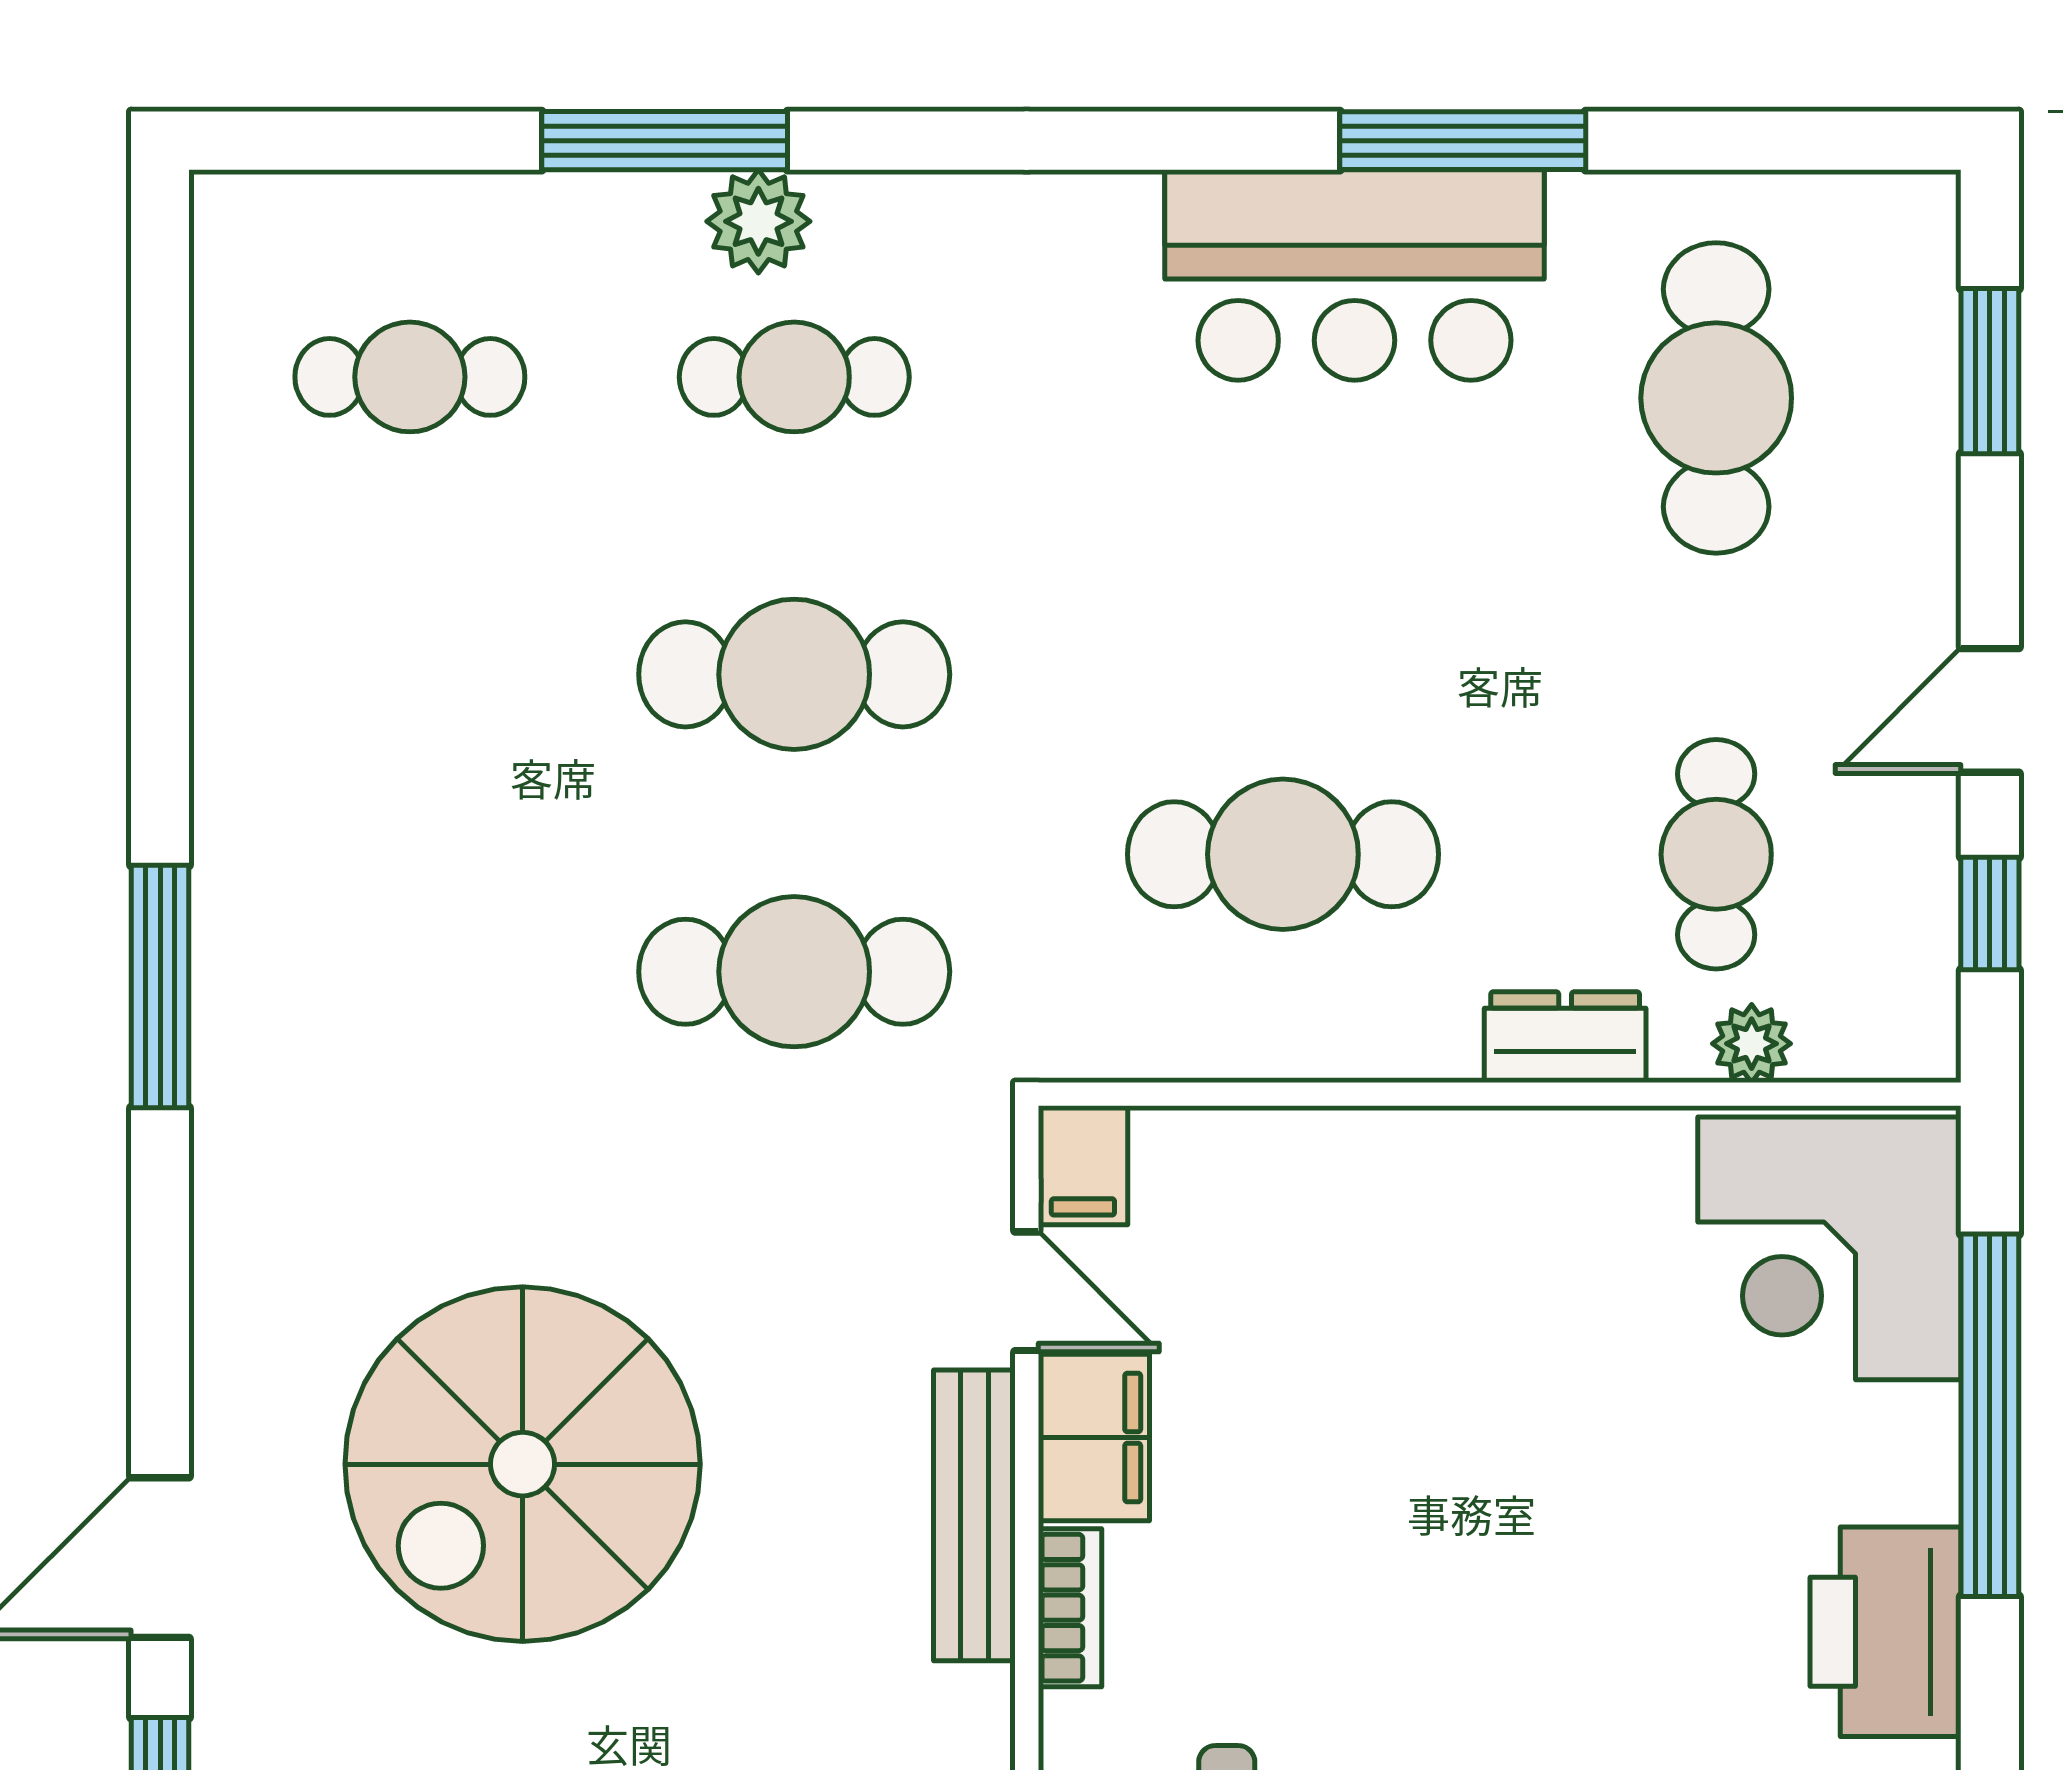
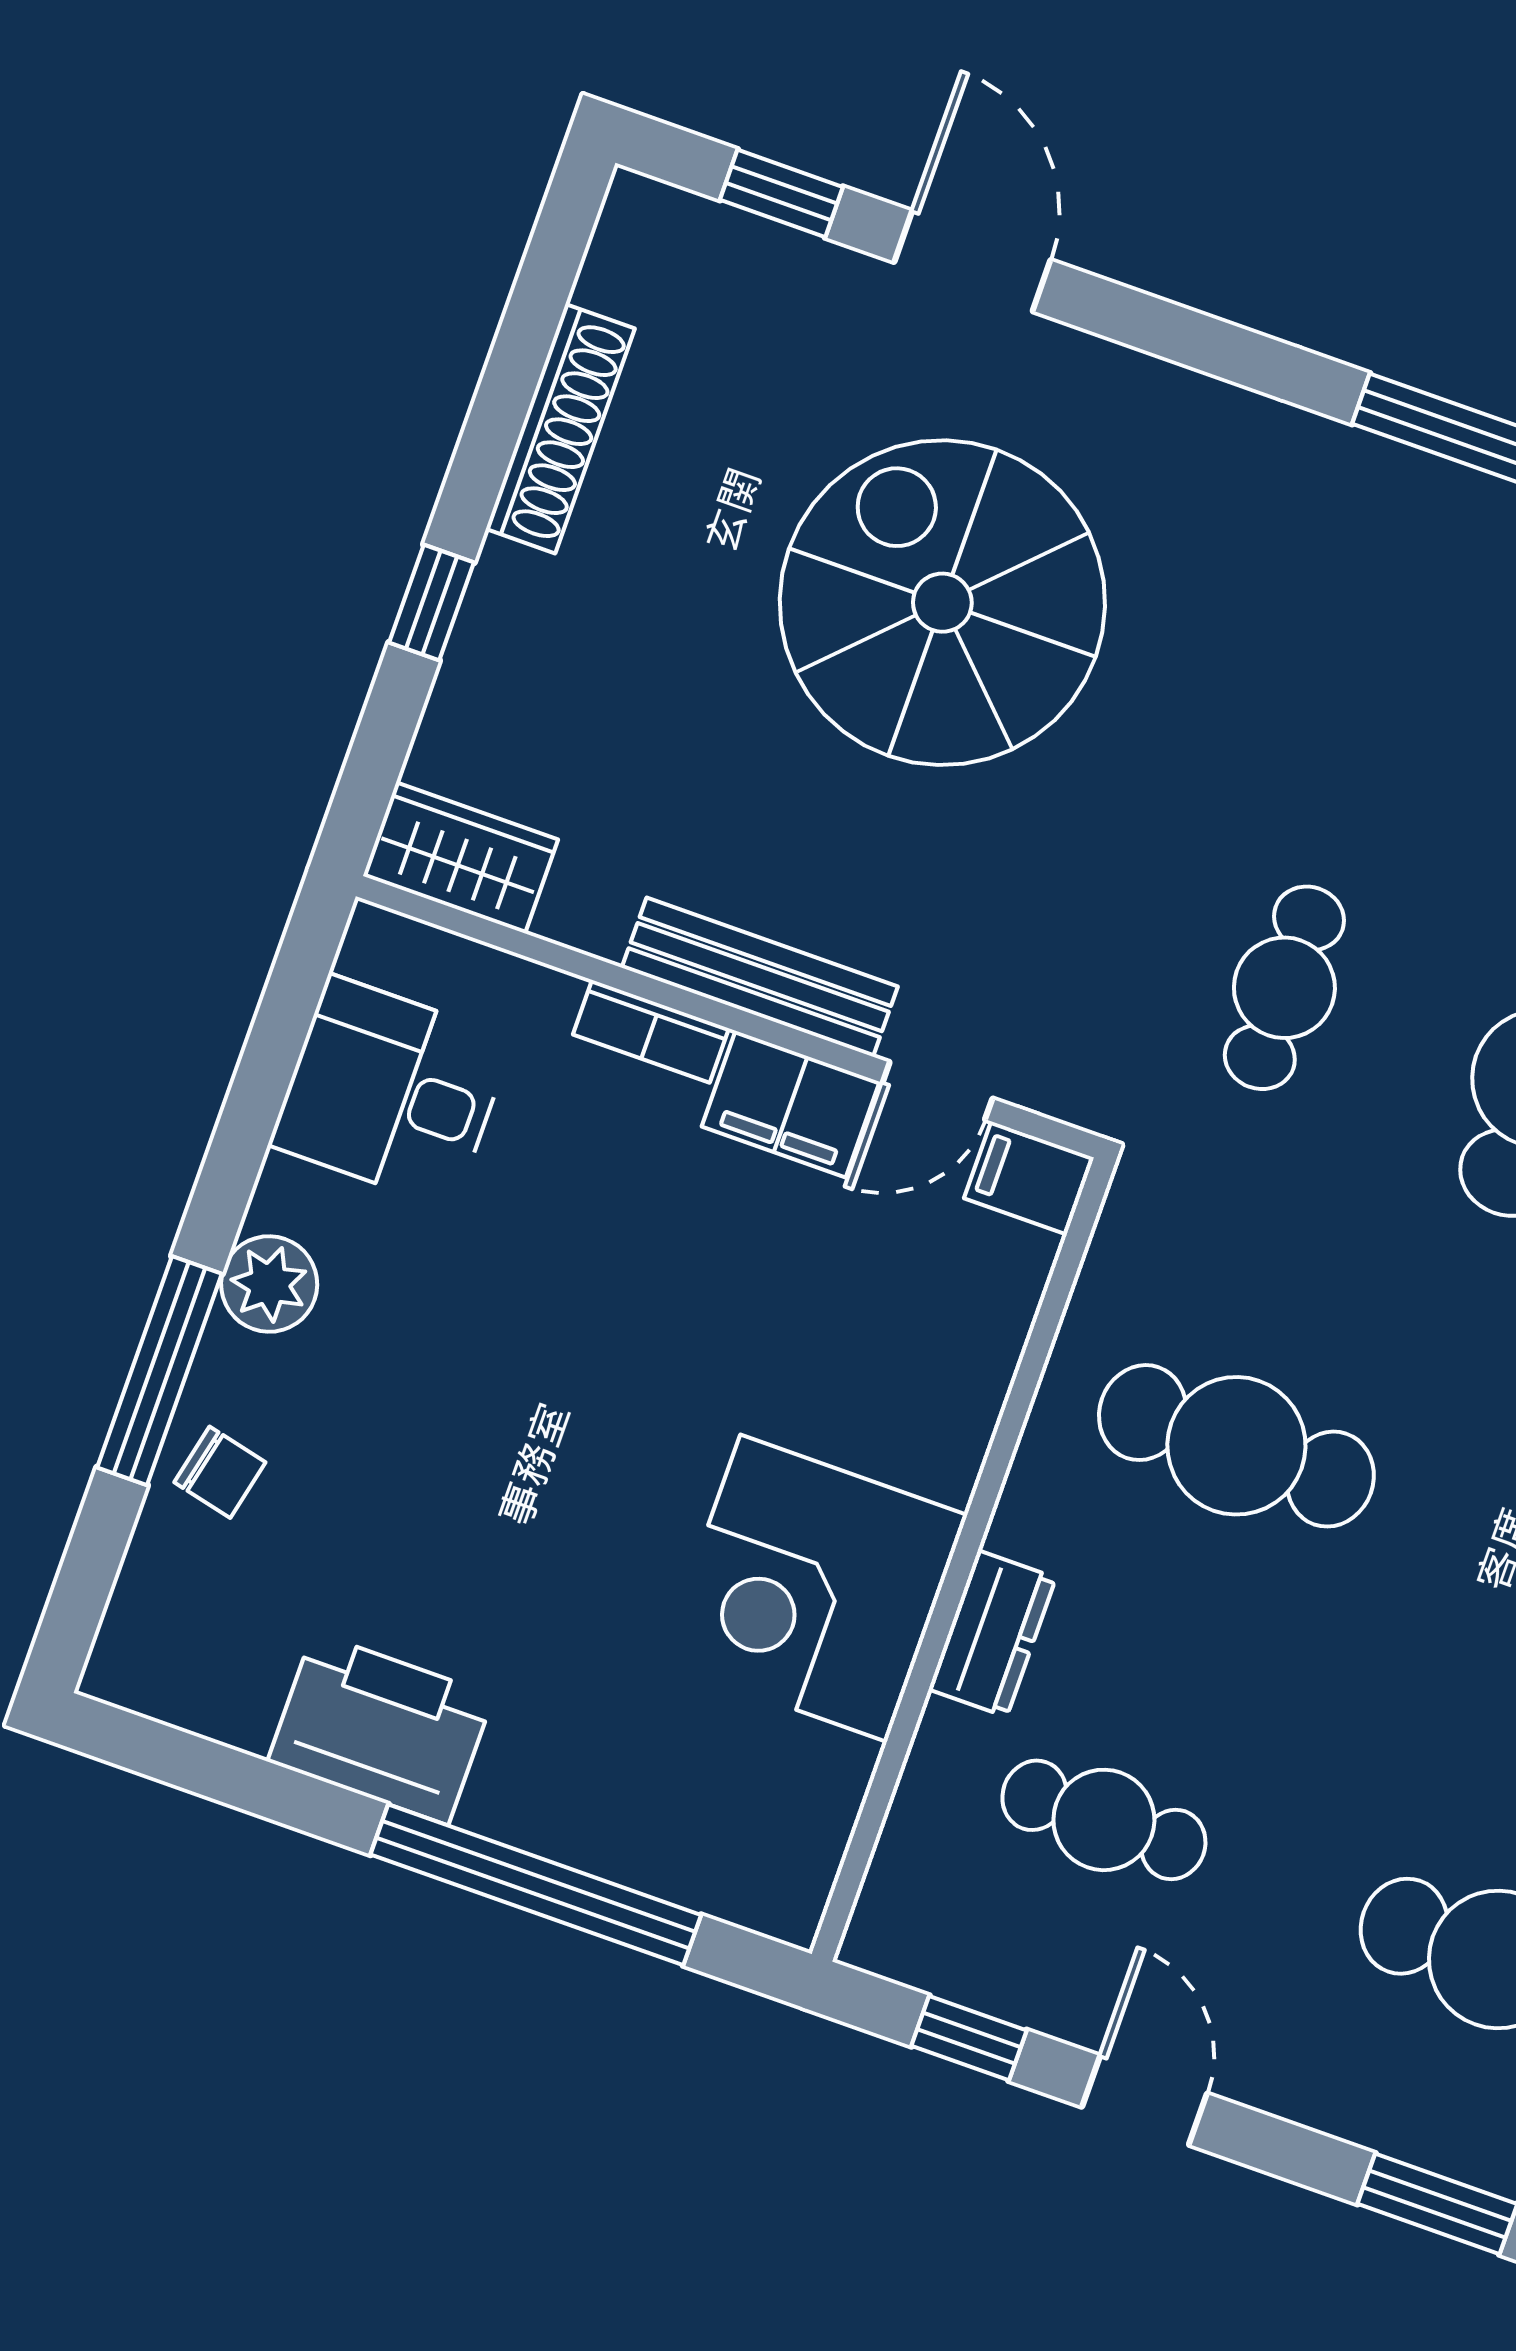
cafe table: (1283, 854) -> (1236, 1446), turned 90
cafe table: (794, 972) -> (1284, 988), width x0.73, depth x0.74
plant: (1752, 1044) -> (930, 1793), removed
corner desk: (1829, 1248) -> (814, 1588), moved, turned -90

